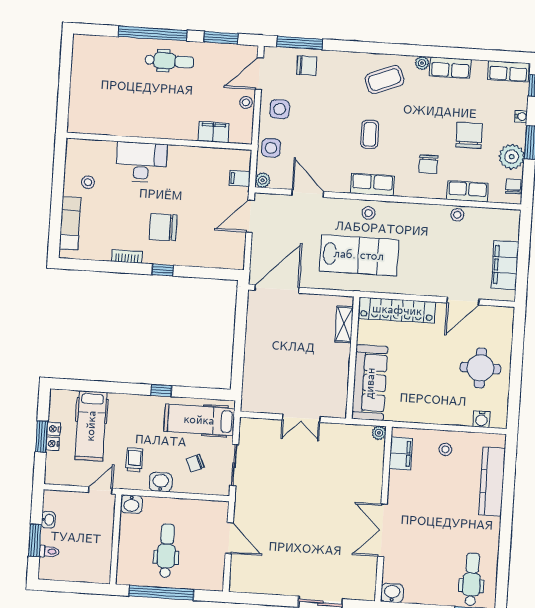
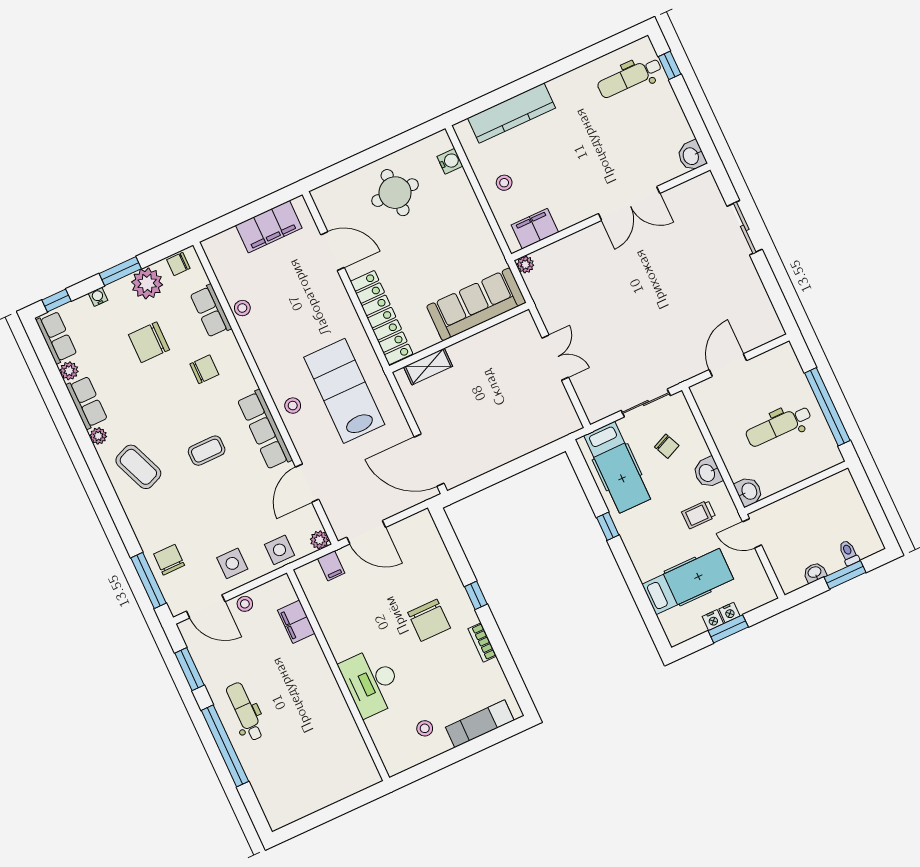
plant: (480, 67) -> (69, 371), added
row of seats: (372, 185) -> (265, 430), width x1.48

